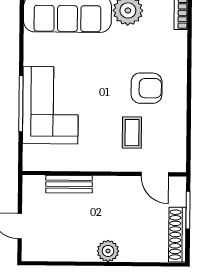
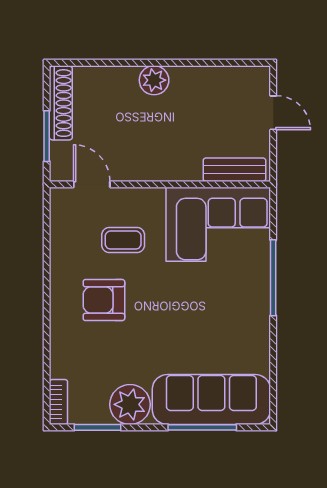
corner sofa: (50, 105) -> (218, 224), moved, turned -90
coffee table: (132, 133) -> (123, 240), turned 90
bench: (69, 184) -> (234, 170), moved

